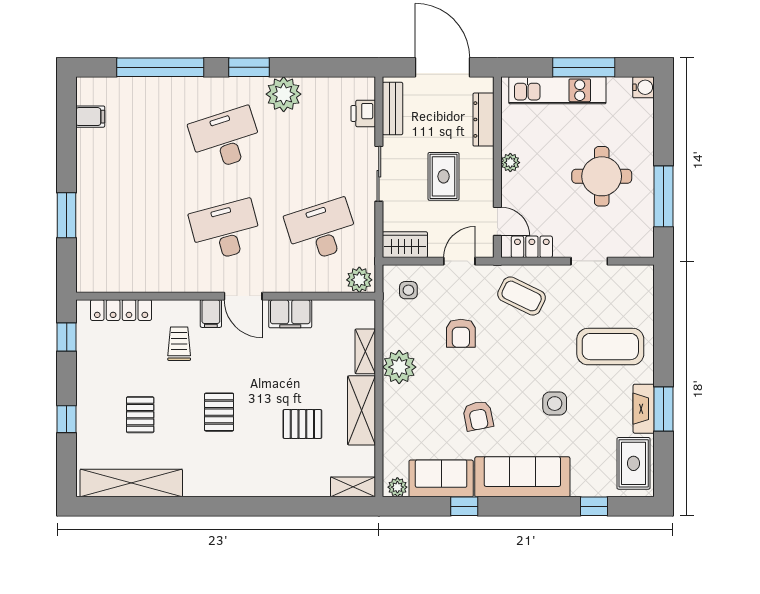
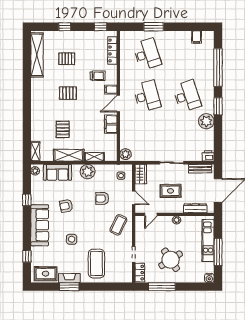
printer: (363, 113) -> (208, 156), moved
round table: (602, 176) -> (171, 260), turned -33
desk: (322, 230) -> (147, 54), moved
locker: (532, 247) -> (140, 273), moved
sofa: (441, 478) -> (57, 172), moved, turned 90

